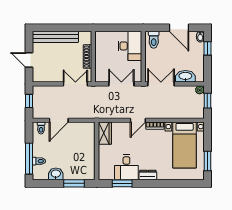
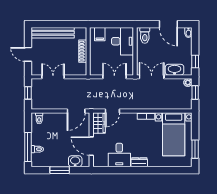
filing cabinet: (106, 38) -> (100, 34), added
window: (207, 48) -> (195, 62), moved
double door: (75, 84) -> (53, 77), moved
door: (59, 120) -> (76, 111), moved
door: (138, 120) -> (112, 111), moved
door: (97, 158) -> (91, 146), added
washbasin: (56, 174) -> (75, 161), moved
window: (74, 183) -> (60, 170), moved
window: (122, 183) -> (115, 170), removed

